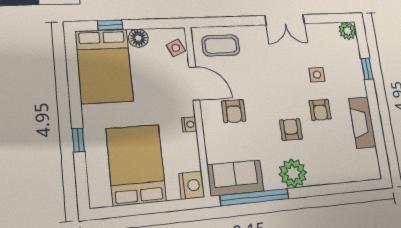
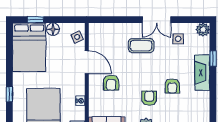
coffee table: (221, 46) -> (141, 46), moved
side table: (317, 75) -> (178, 39), moved
fireplace: (362, 123) -> (202, 73), moved
nightstand: (189, 124) -> (80, 101), moved

